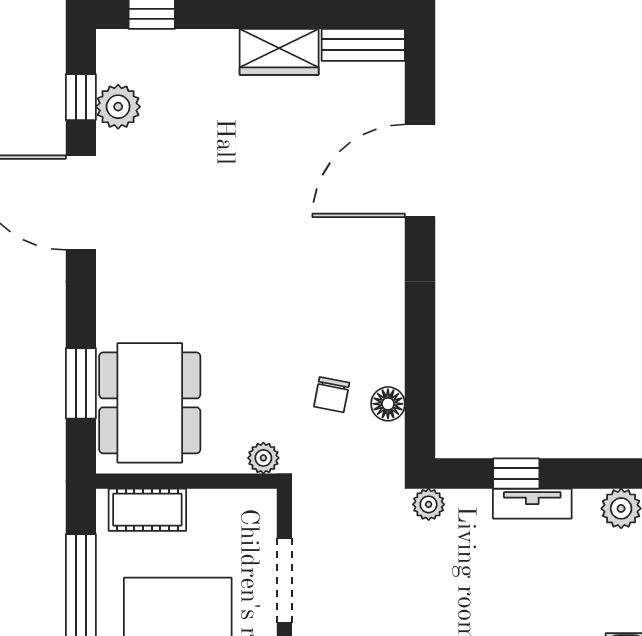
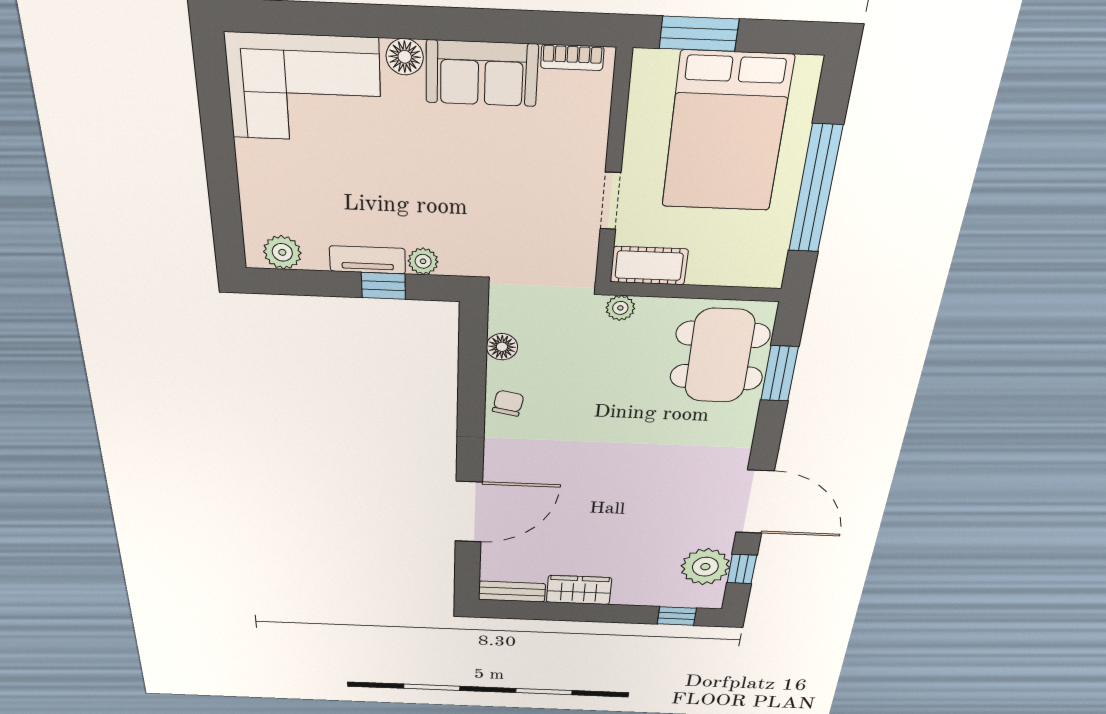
plant: (118, 107) -> (705, 567), width x1.36, depth x1.36
chair: (332, 395) -> (508, 403), moved
plant: (429, 504) -> (423, 261), moved
cot: (147, 510) -> (649, 266), moved
doorway: (284, 581) -> (610, 201), width x0.73

